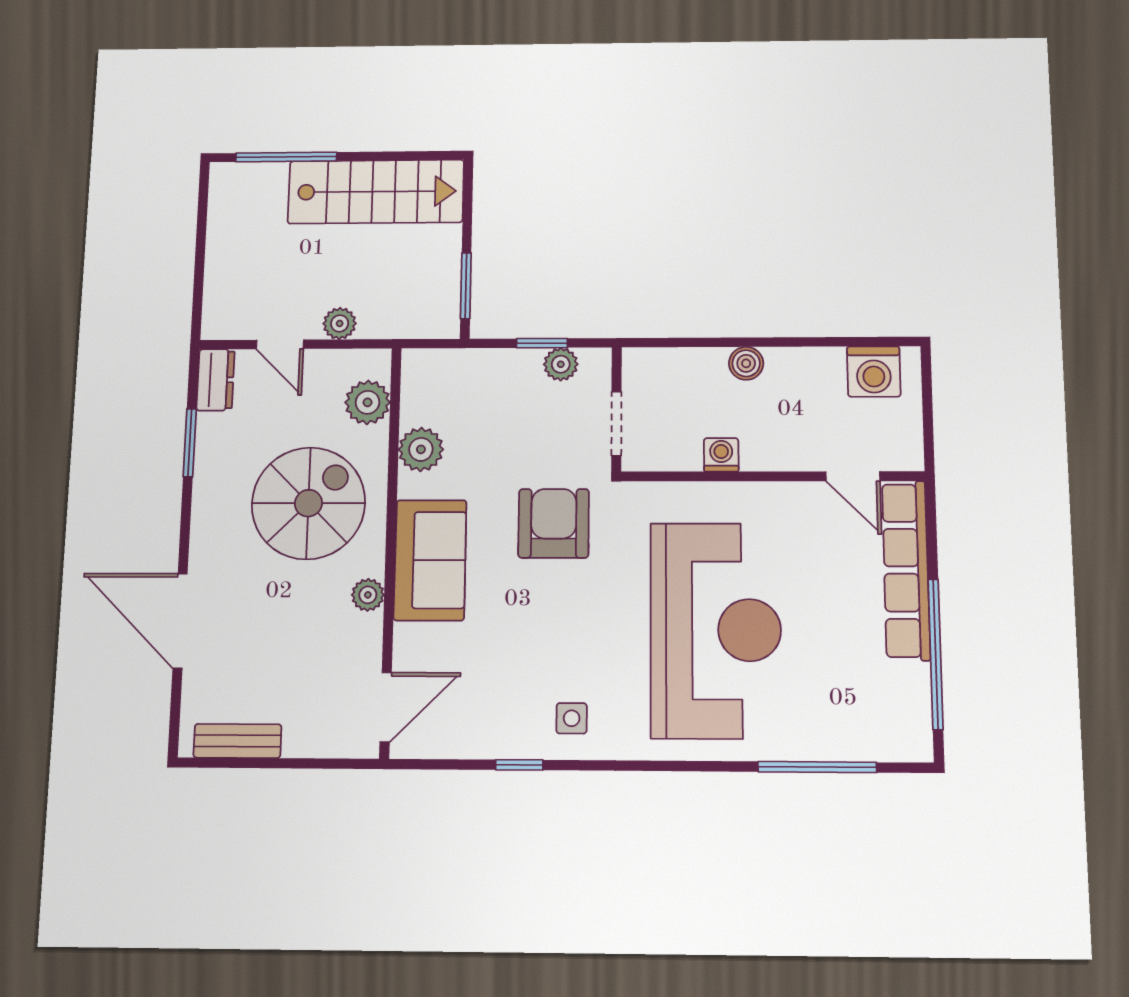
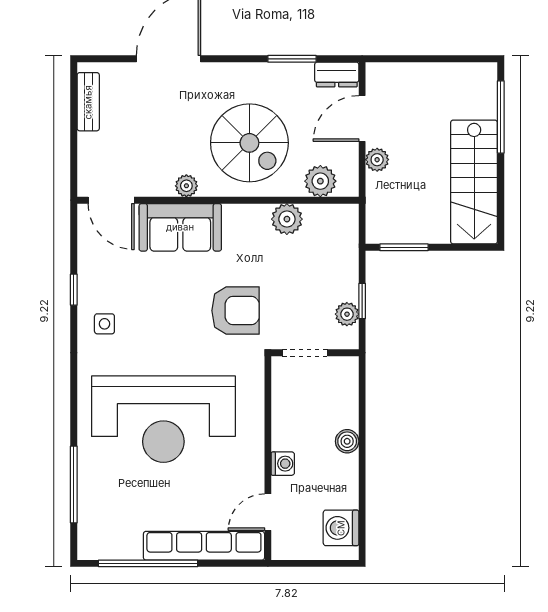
door: (280, 344) -> (362, 118), width x1.37
washing machine: (721, 455) -> (283, 464), moved
sofa: (430, 560) -> (180, 227), moved

